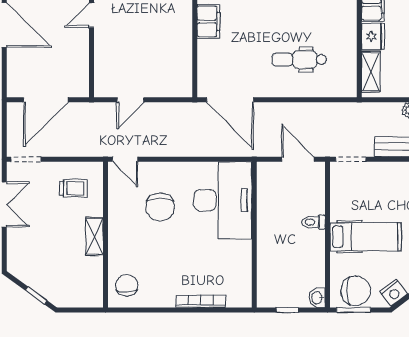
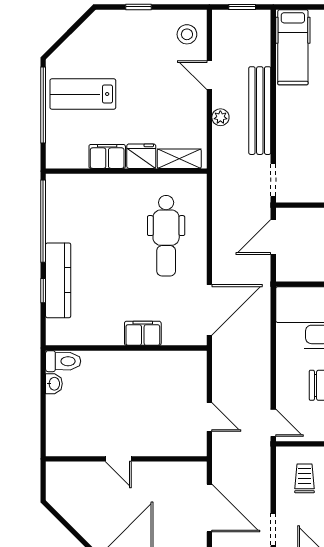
filing cabinet: (208, 21) -> (143, 333), moved
dental chair: (299, 60) -> (166, 236), width x1.36, depth x1.38
door: (125, 159) -> (273, 423), hinge flipped

